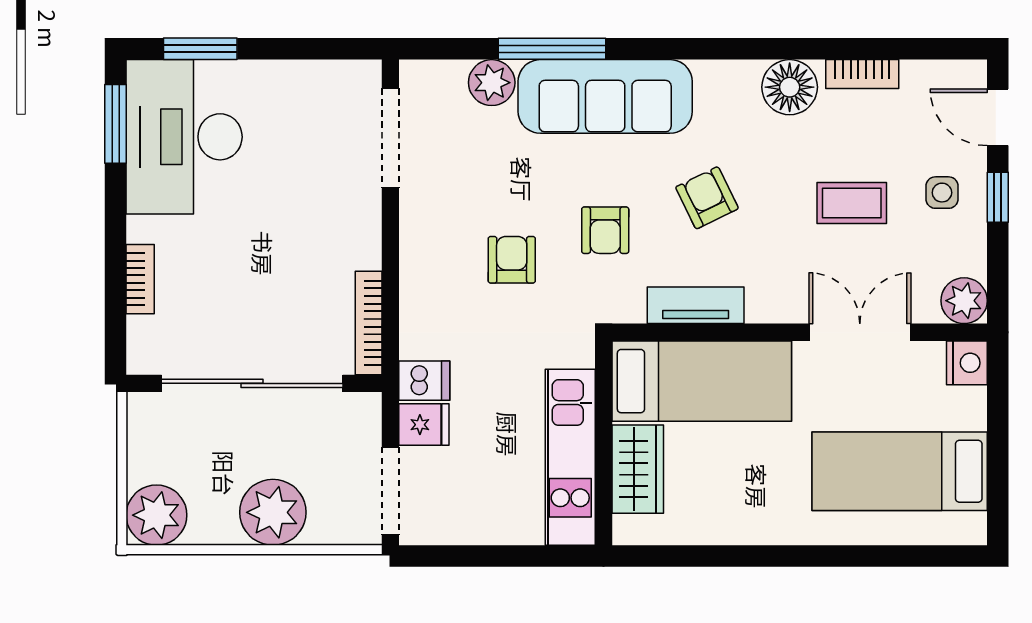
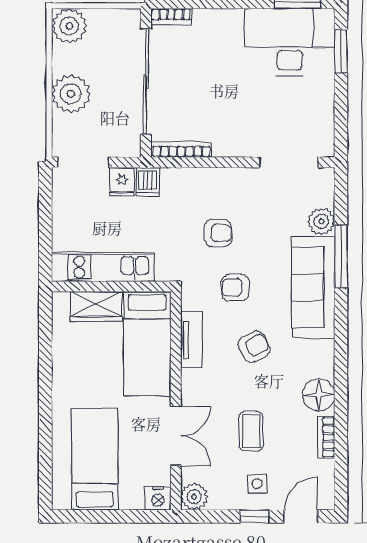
bookcase: (140, 279) -> (171, 16), moved

